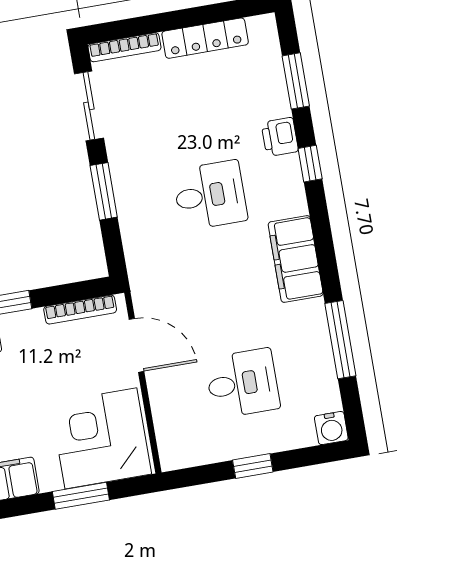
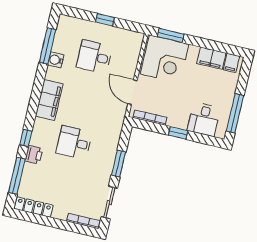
locker: (205, 38) -> (34, 207), moved
window: (296, 81) -> (17, 176), width x1.44
window: (340, 340) -> (48, 46), moved
water cooler: (331, 428) -> (56, 60), moved, turned -90
window: (81, 496) -> (171, 35), moved

